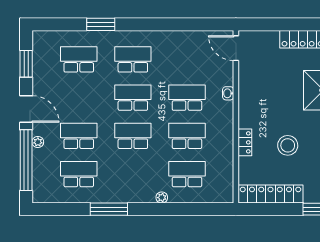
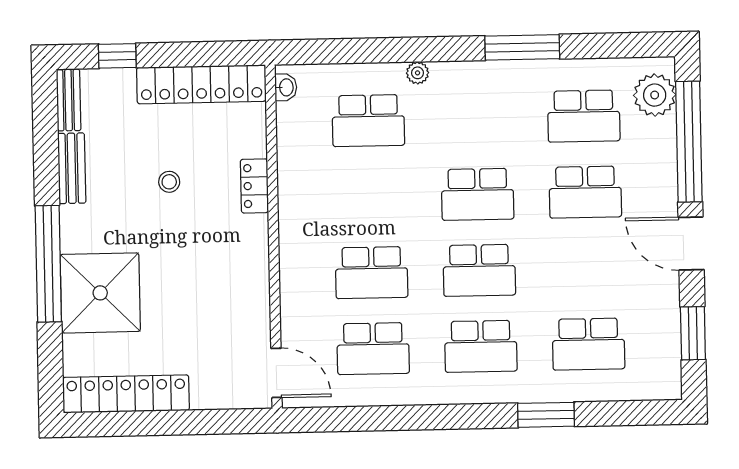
washbasin: (228, 93) -> (286, 87), moved
school desk: (187, 136) -> (373, 349), moved
plant: (38, 142) -> (655, 95), moved, width x1.87, depth x1.87
stool: (288, 145) -> (169, 182), width x0.53, depth x0.53

